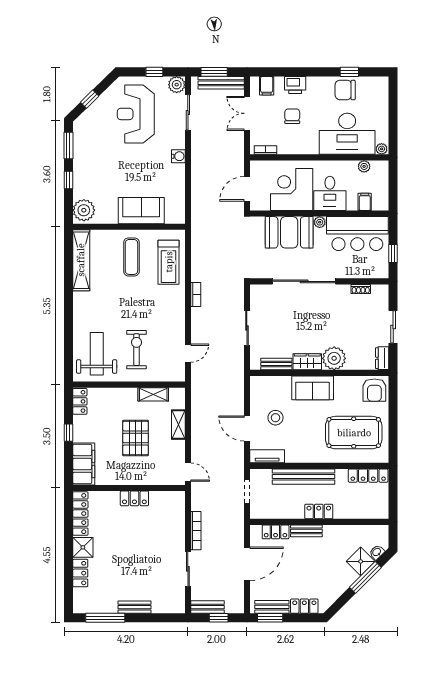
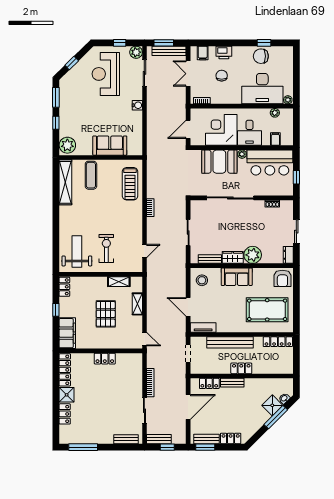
exercise mat: (131, 257) -> (91, 175), moved
stool: (275, 418) -> (202, 280), moved
bench: (134, 607) -> (126, 439), moved

